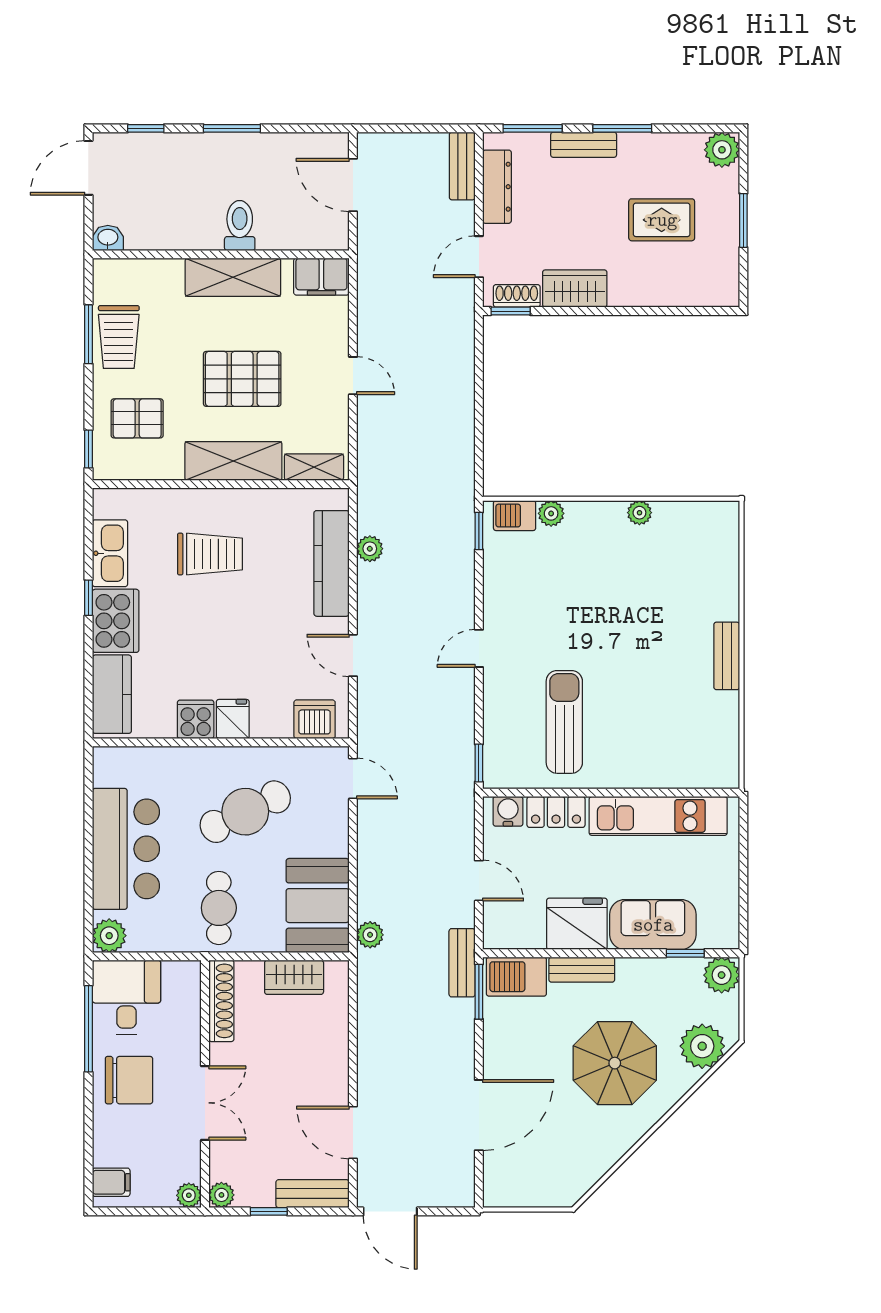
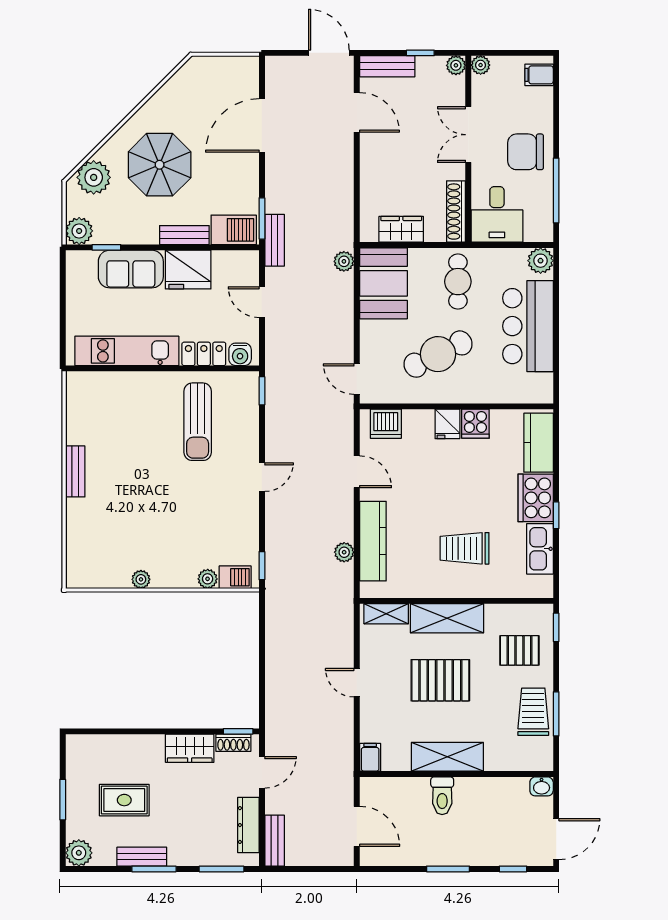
bench: (584, 145) -> (142, 857), moved
filing cabinet: (321, 277) -> (370, 757), width x0.50
desk: (126, 997) -> (497, 214), moved

